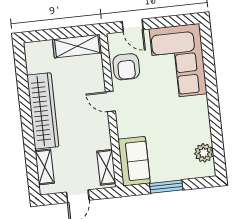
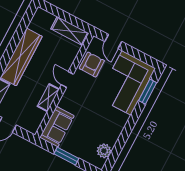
window: (208, 55) -> (148, 92), added
armchair: (126, 67) -> (92, 65), turned 180
shelving: (106, 167) -> (48, 98), moved

